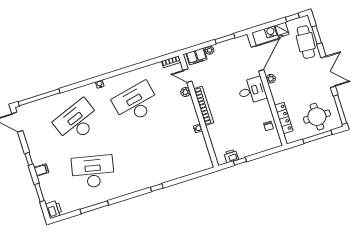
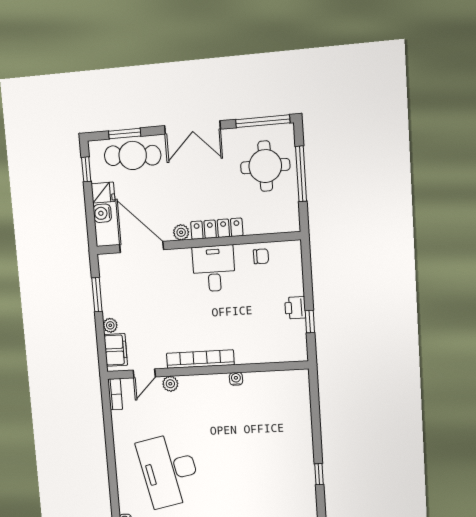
double door: (328, 72) -> (192, 127), swing flipped
desk: (252, 91) -> (214, 269), moved
locker: (284, 118) -> (217, 229), moved
printer: (231, 156) -> (295, 308), moved

